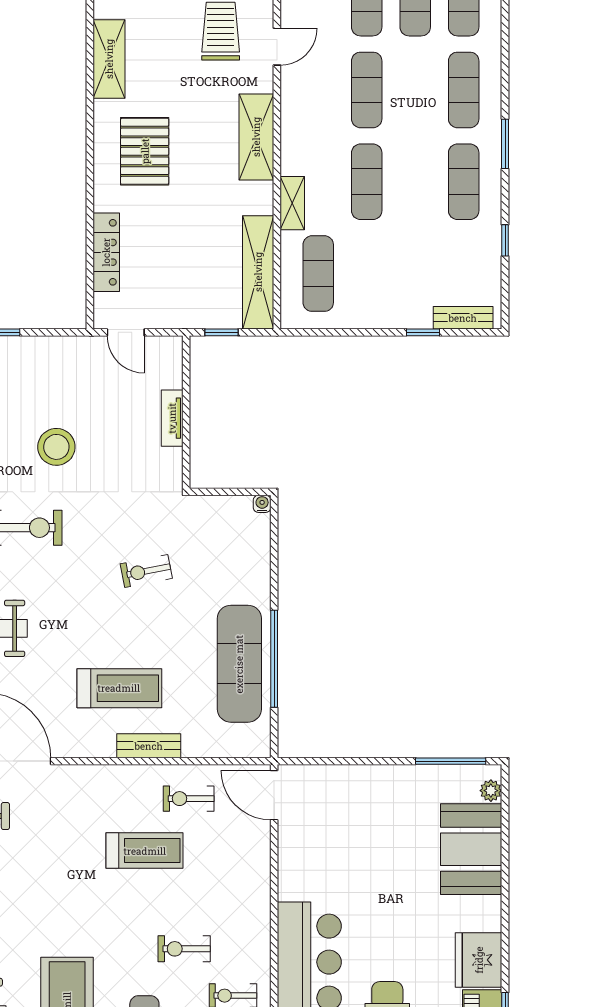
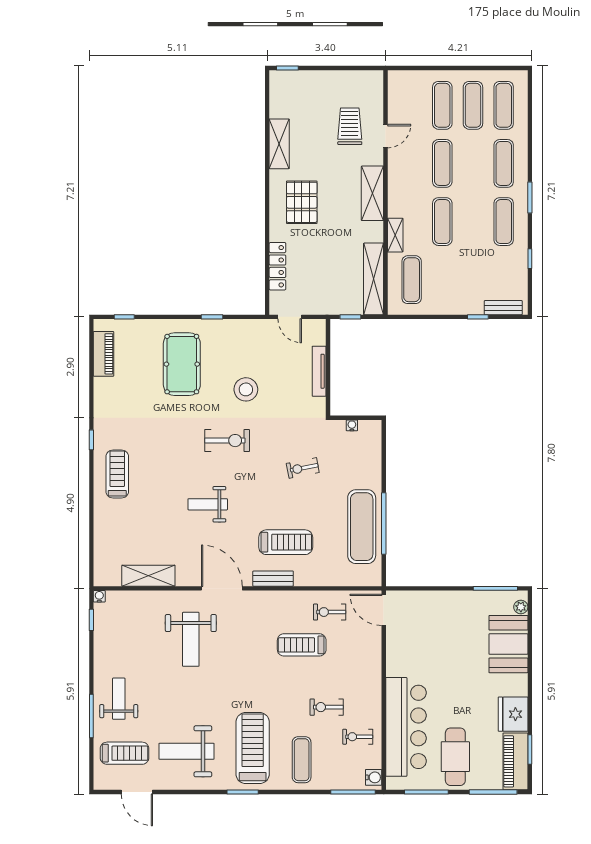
tv unit: (172, 418) -> (319, 371), width x1.41
water cooler: (262, 504) -> (352, 425), moved
bench: (149, 746) -> (273, 579), moved
treadmill: (145, 851) -> (302, 645), turned 180

